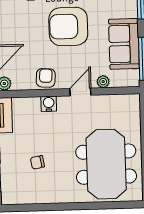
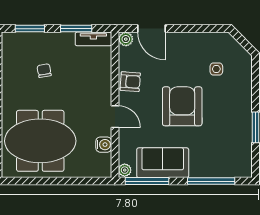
plant: (103, 82) -> (125, 170), moved
water cooler: (49, 104) -> (104, 145), moved

